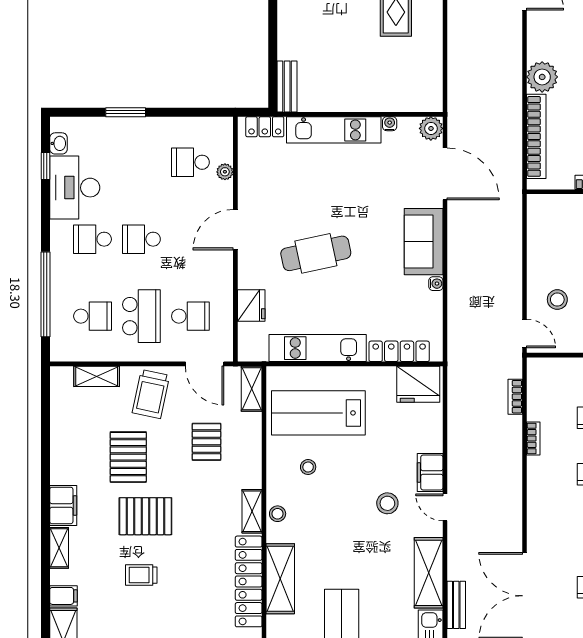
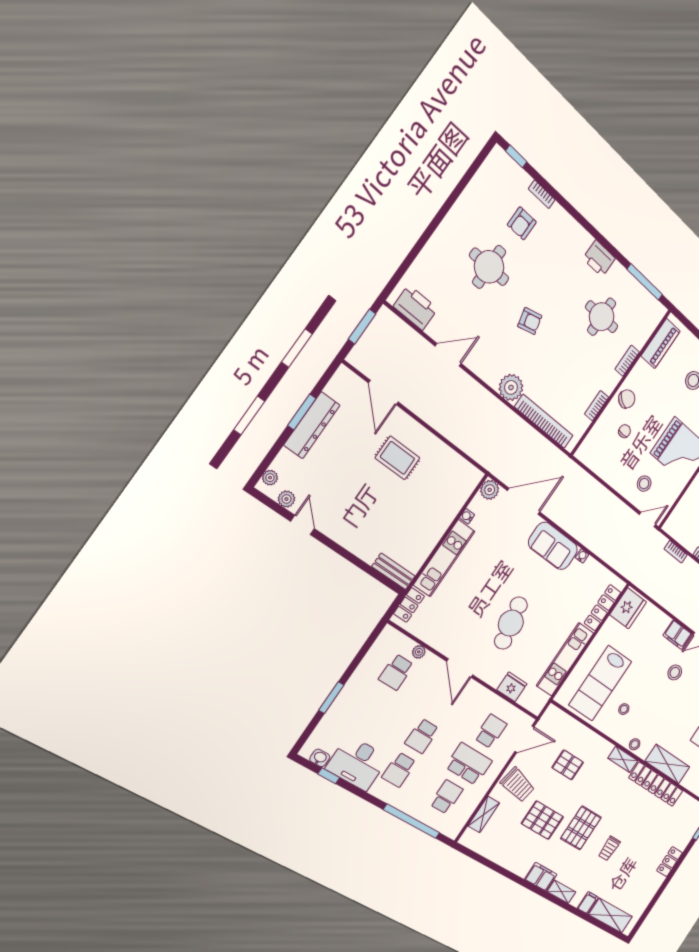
shelving: (252, 389) -> (559, 717), removed

